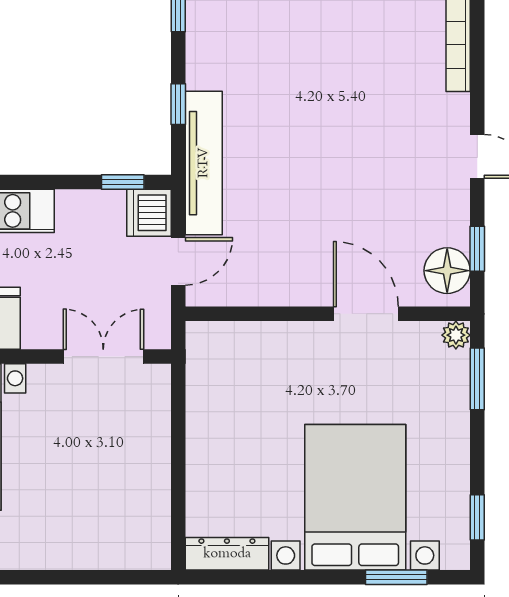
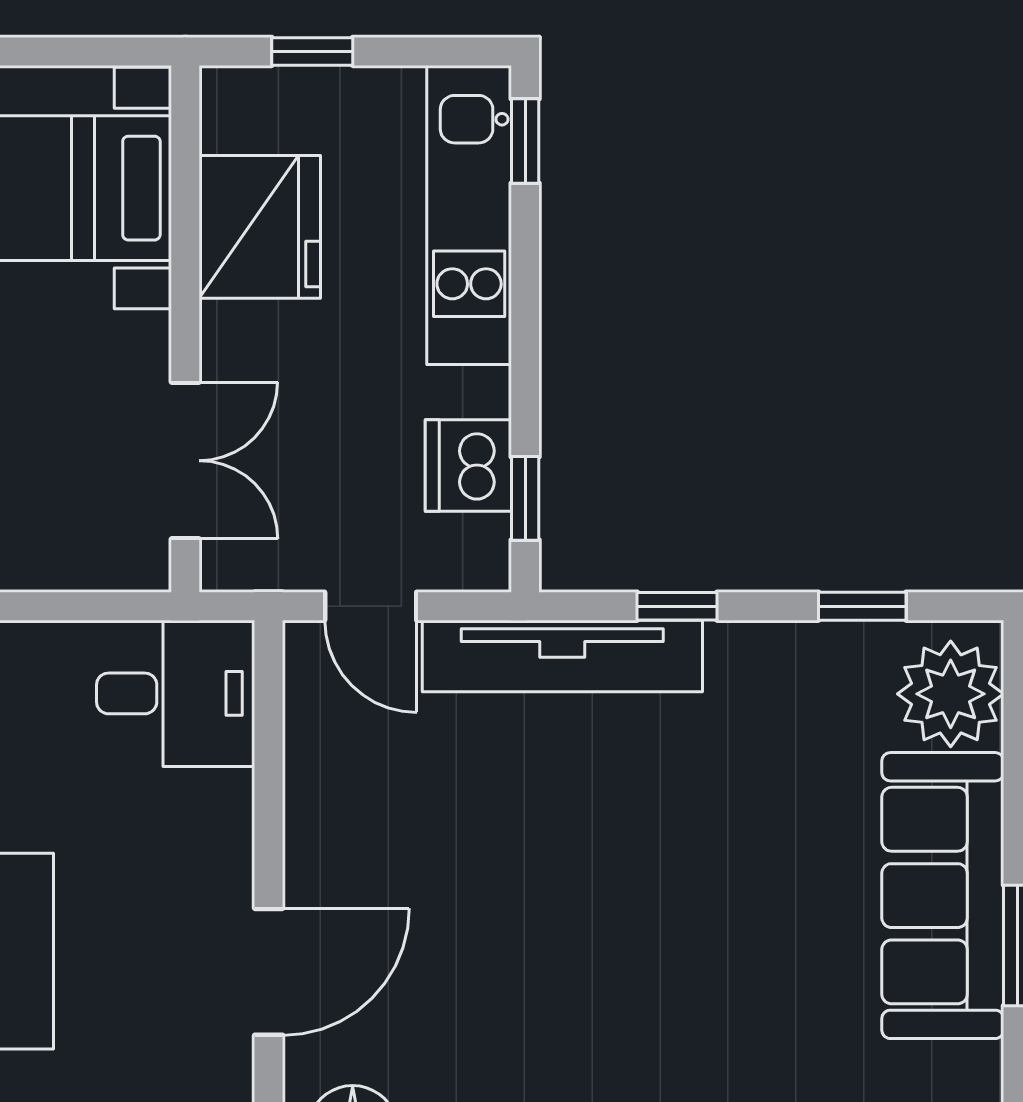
dishwasher: (149, 213) -> (468, 466), moved, turned -90
desk: (223, 361) -> (176, 693), added

